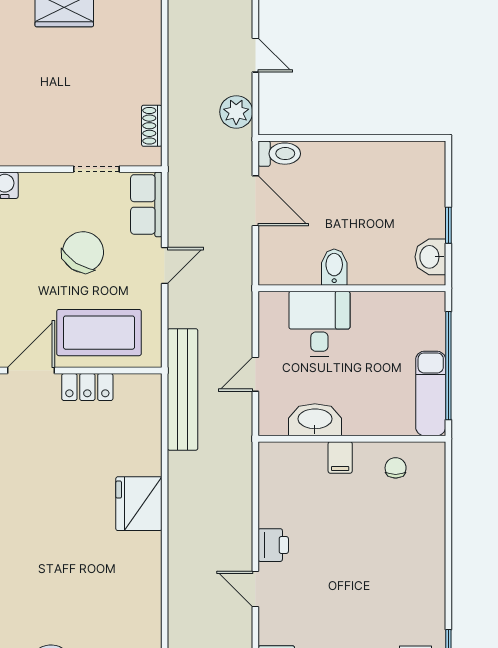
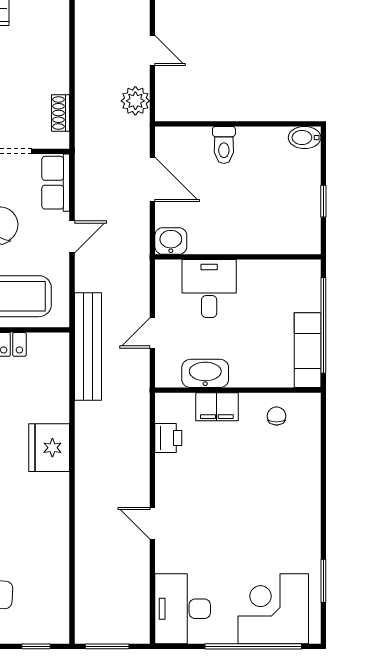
toilet: (279, 154) -> (224, 145), moved, turned 90
washbasin: (430, 257) -> (171, 241), moved, turned 90
bidet: (334, 267) -> (305, 138), moved, turned -90
filing cabinet: (340, 457) -> (217, 407), width x2.00
printer: (273, 545) -> (168, 438), moved

